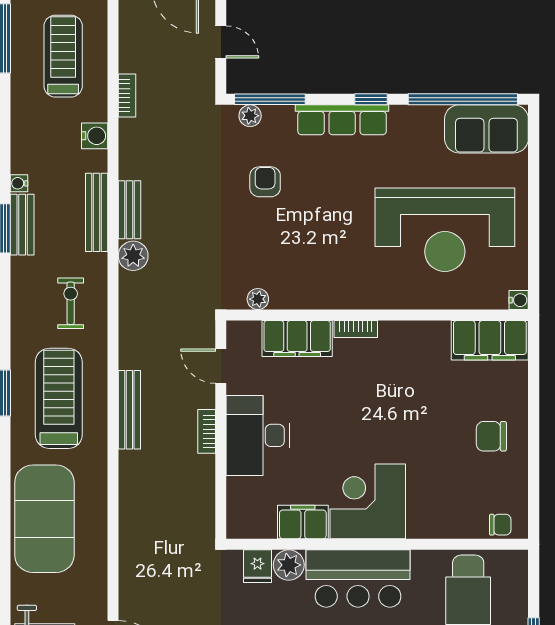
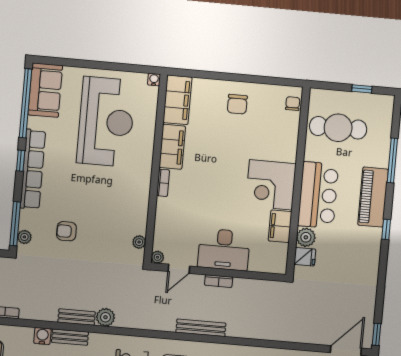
row of seats: (342, 120) -> (33, 169), width x1.36
water cooler: (95, 136) -> (42, 336), moved
bench: (97, 212) -> (70, 337), width x0.73
plant: (236, 331) -> (158, 257), added
filing cabinet: (297, 339) -> (172, 147), moved

